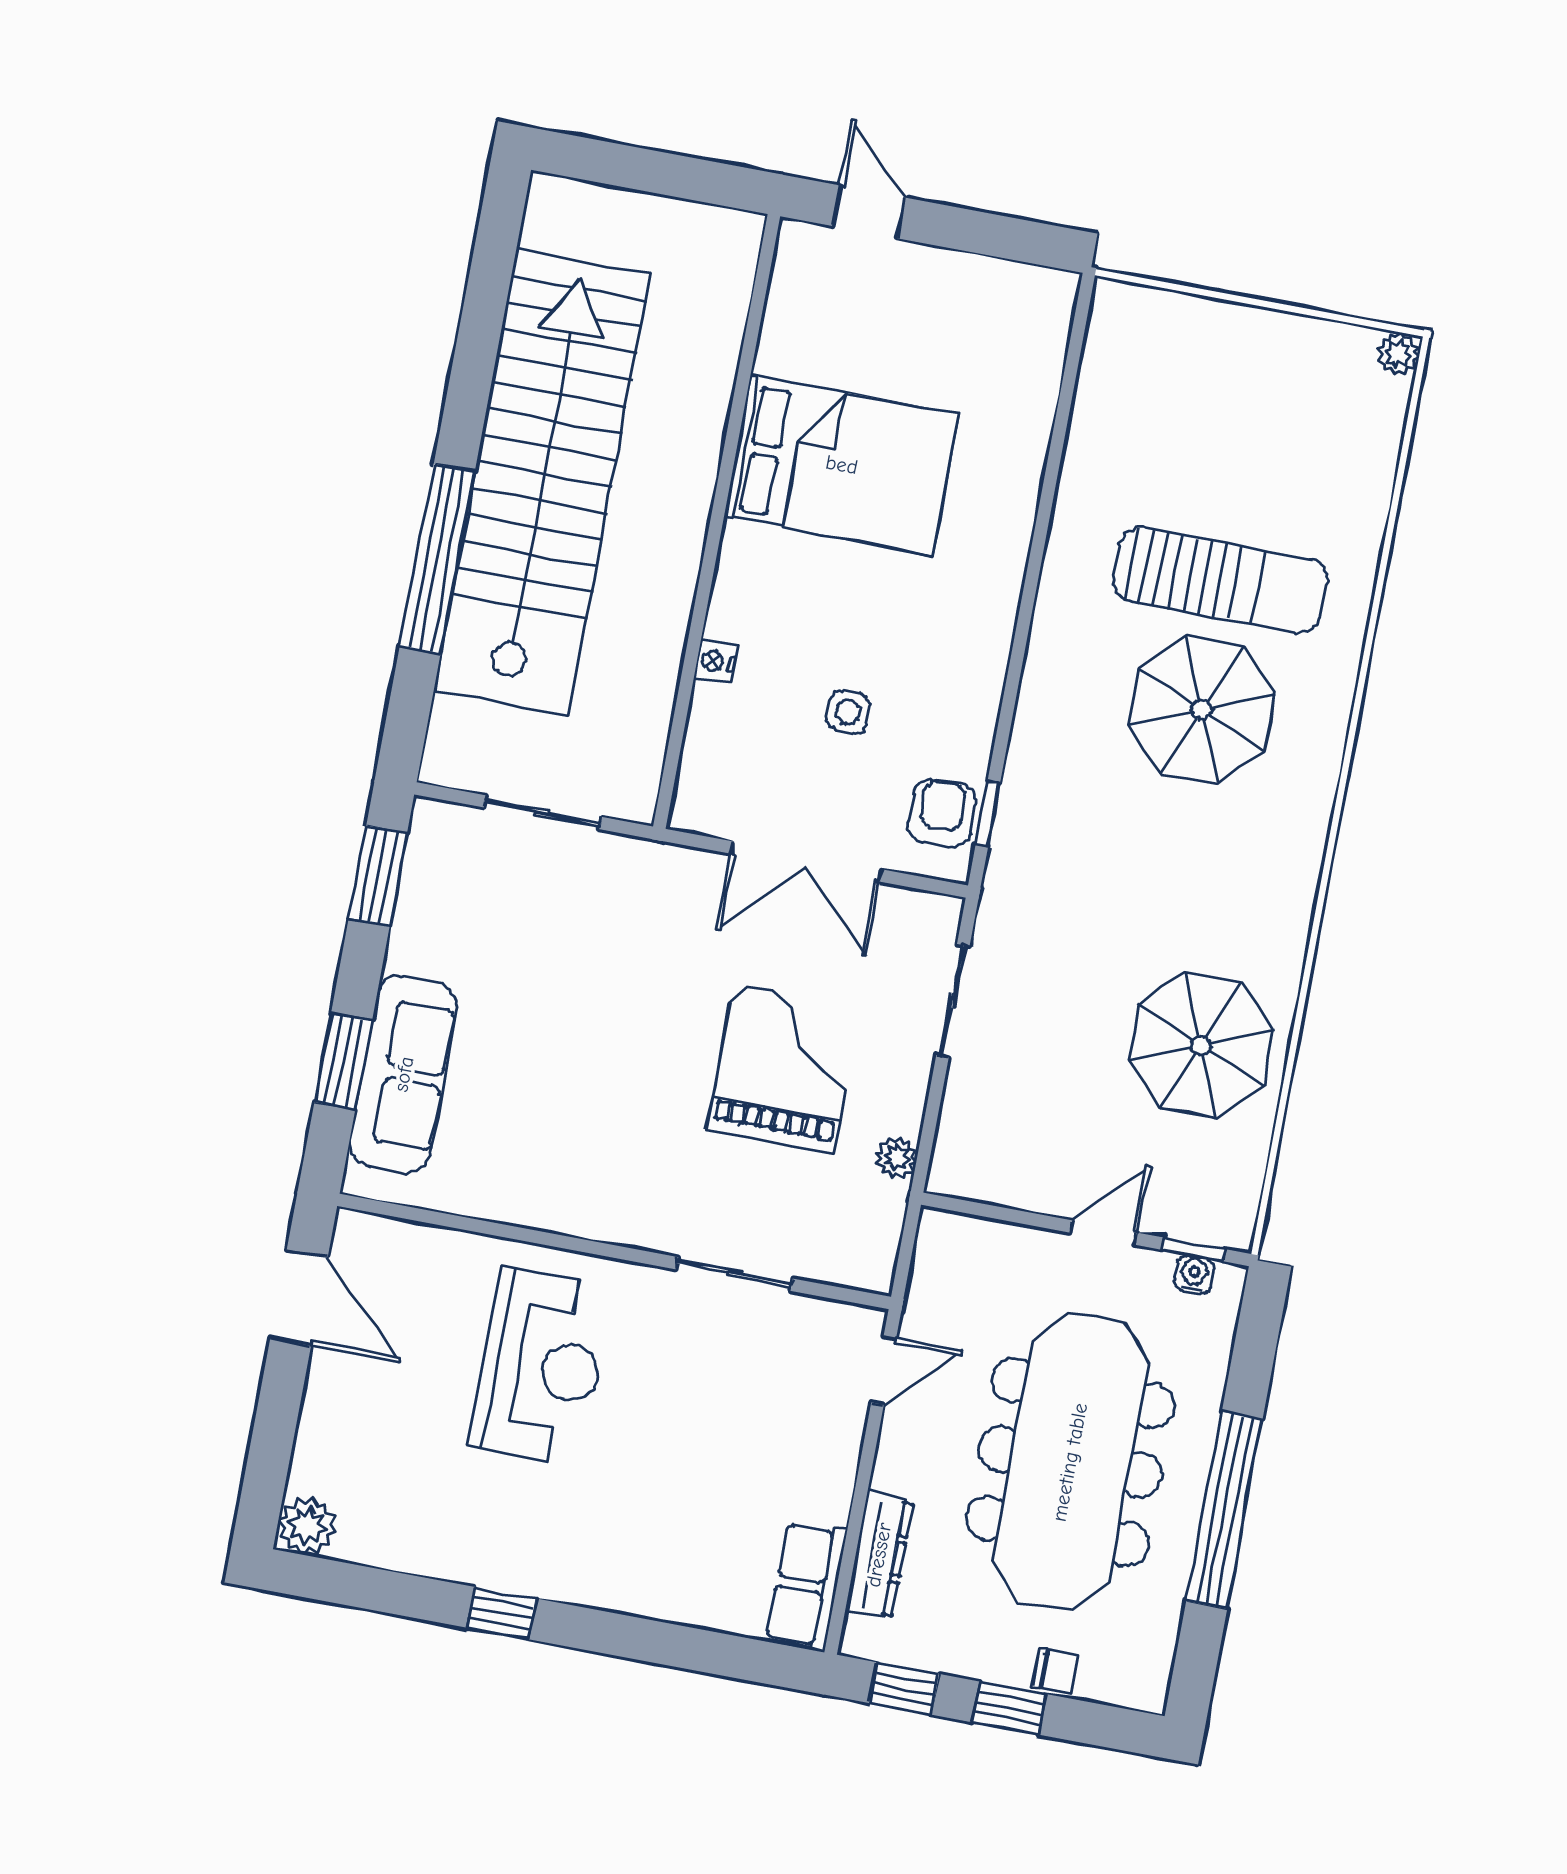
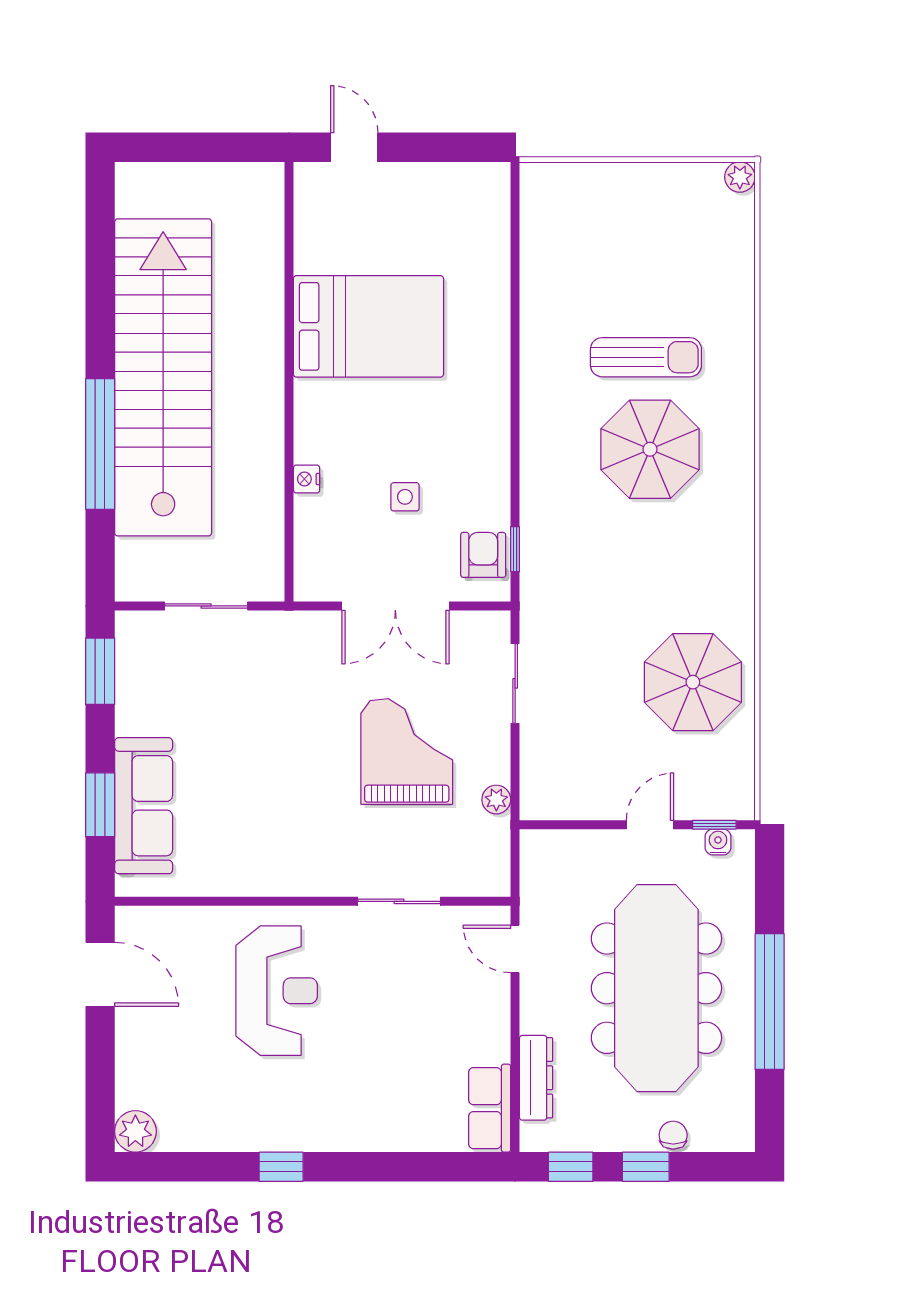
sun lounger: (1220, 580) -> (646, 357), width x0.73, depth x0.75
door: (884, 1371) -> (515, 949), swing flipped
chair: (1055, 1671) -> (673, 1135), turned -90

